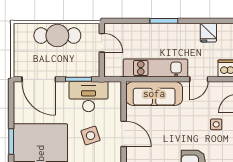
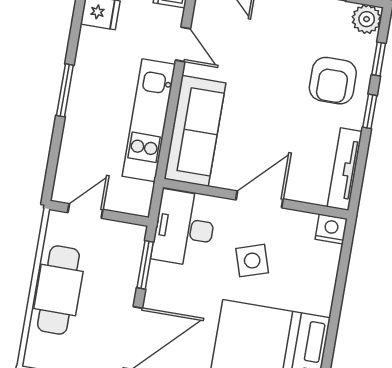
desk: (89, 97) -> (184, 228), moved
side table: (216, 124) -> (271, 27), removed

